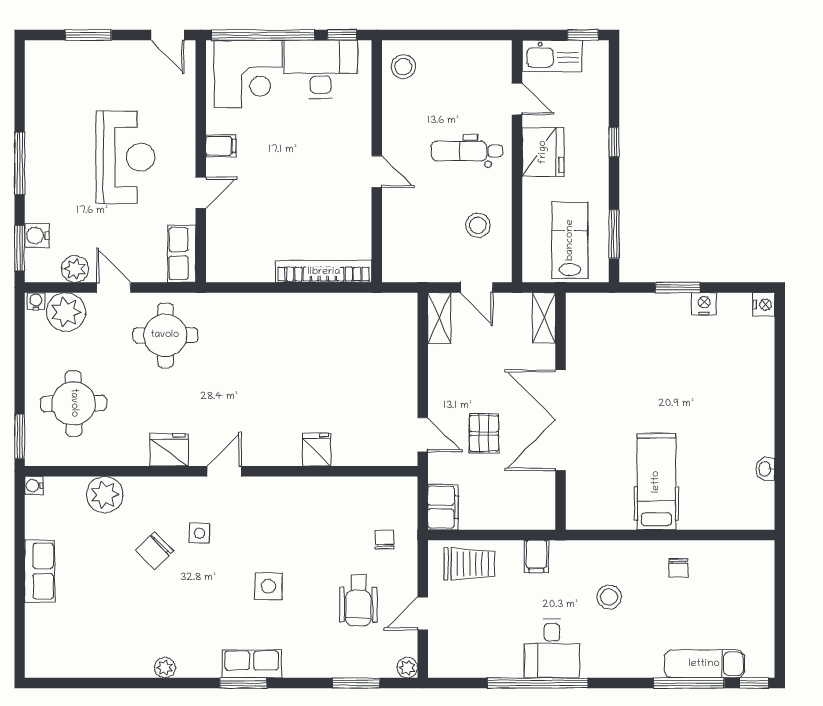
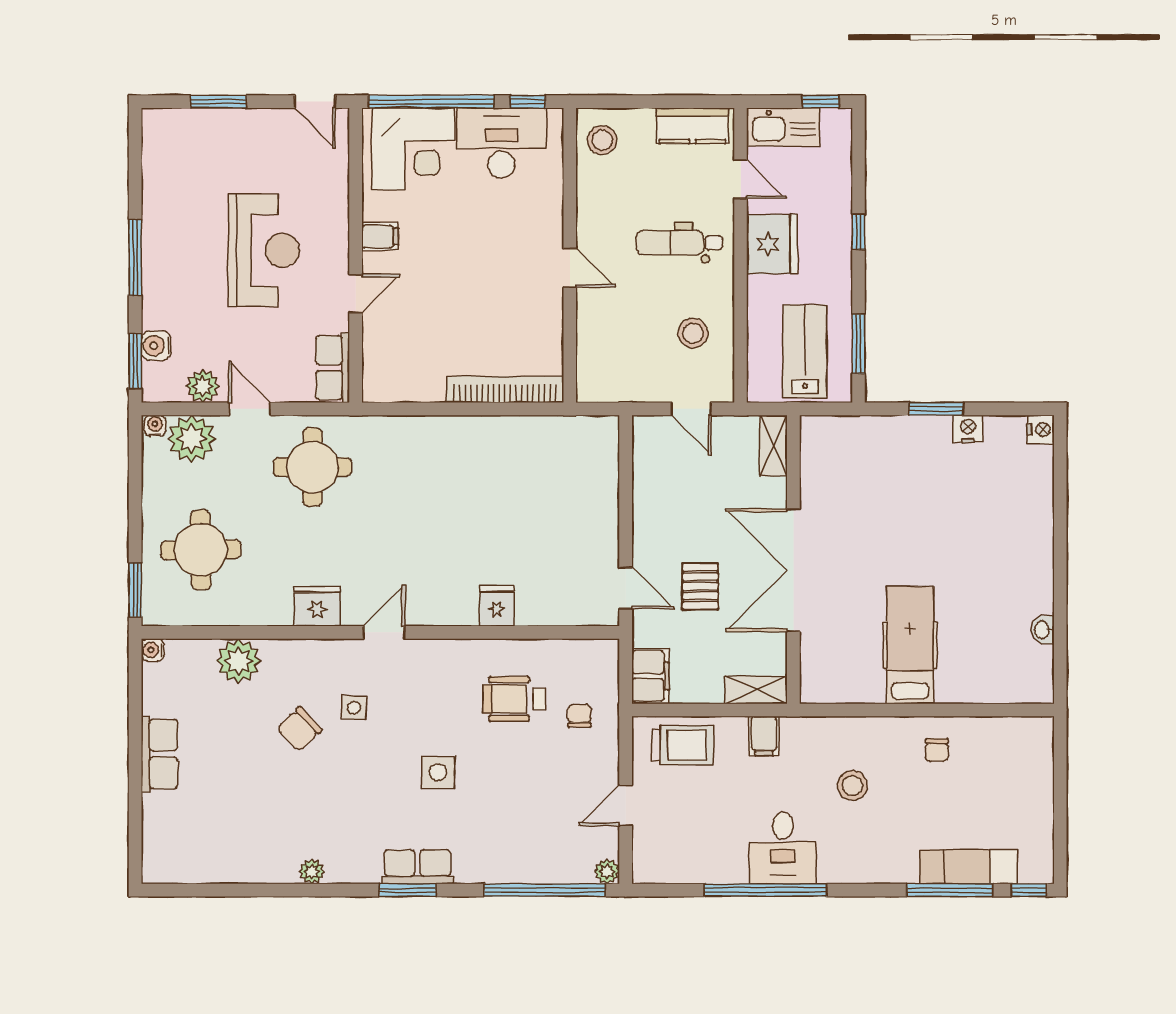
kitchen counter: (478, 55) -> (693, 126), added
shelving: (439, 318) -> (756, 690), moved, turned 90
wheelchair: (358, 601) -> (514, 699), moved, turned 90
window: (356, 683) -> (545, 890), width x2.11

